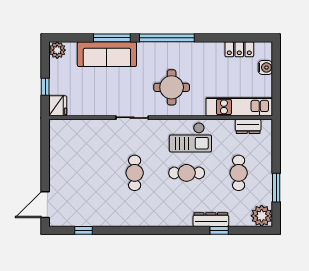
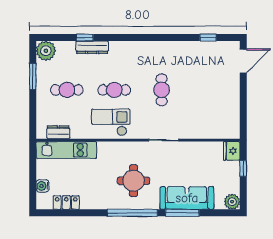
round table: (172, 87) -> (134, 181), moved
cafe table: (239, 173) -> (67, 90), turned 90

